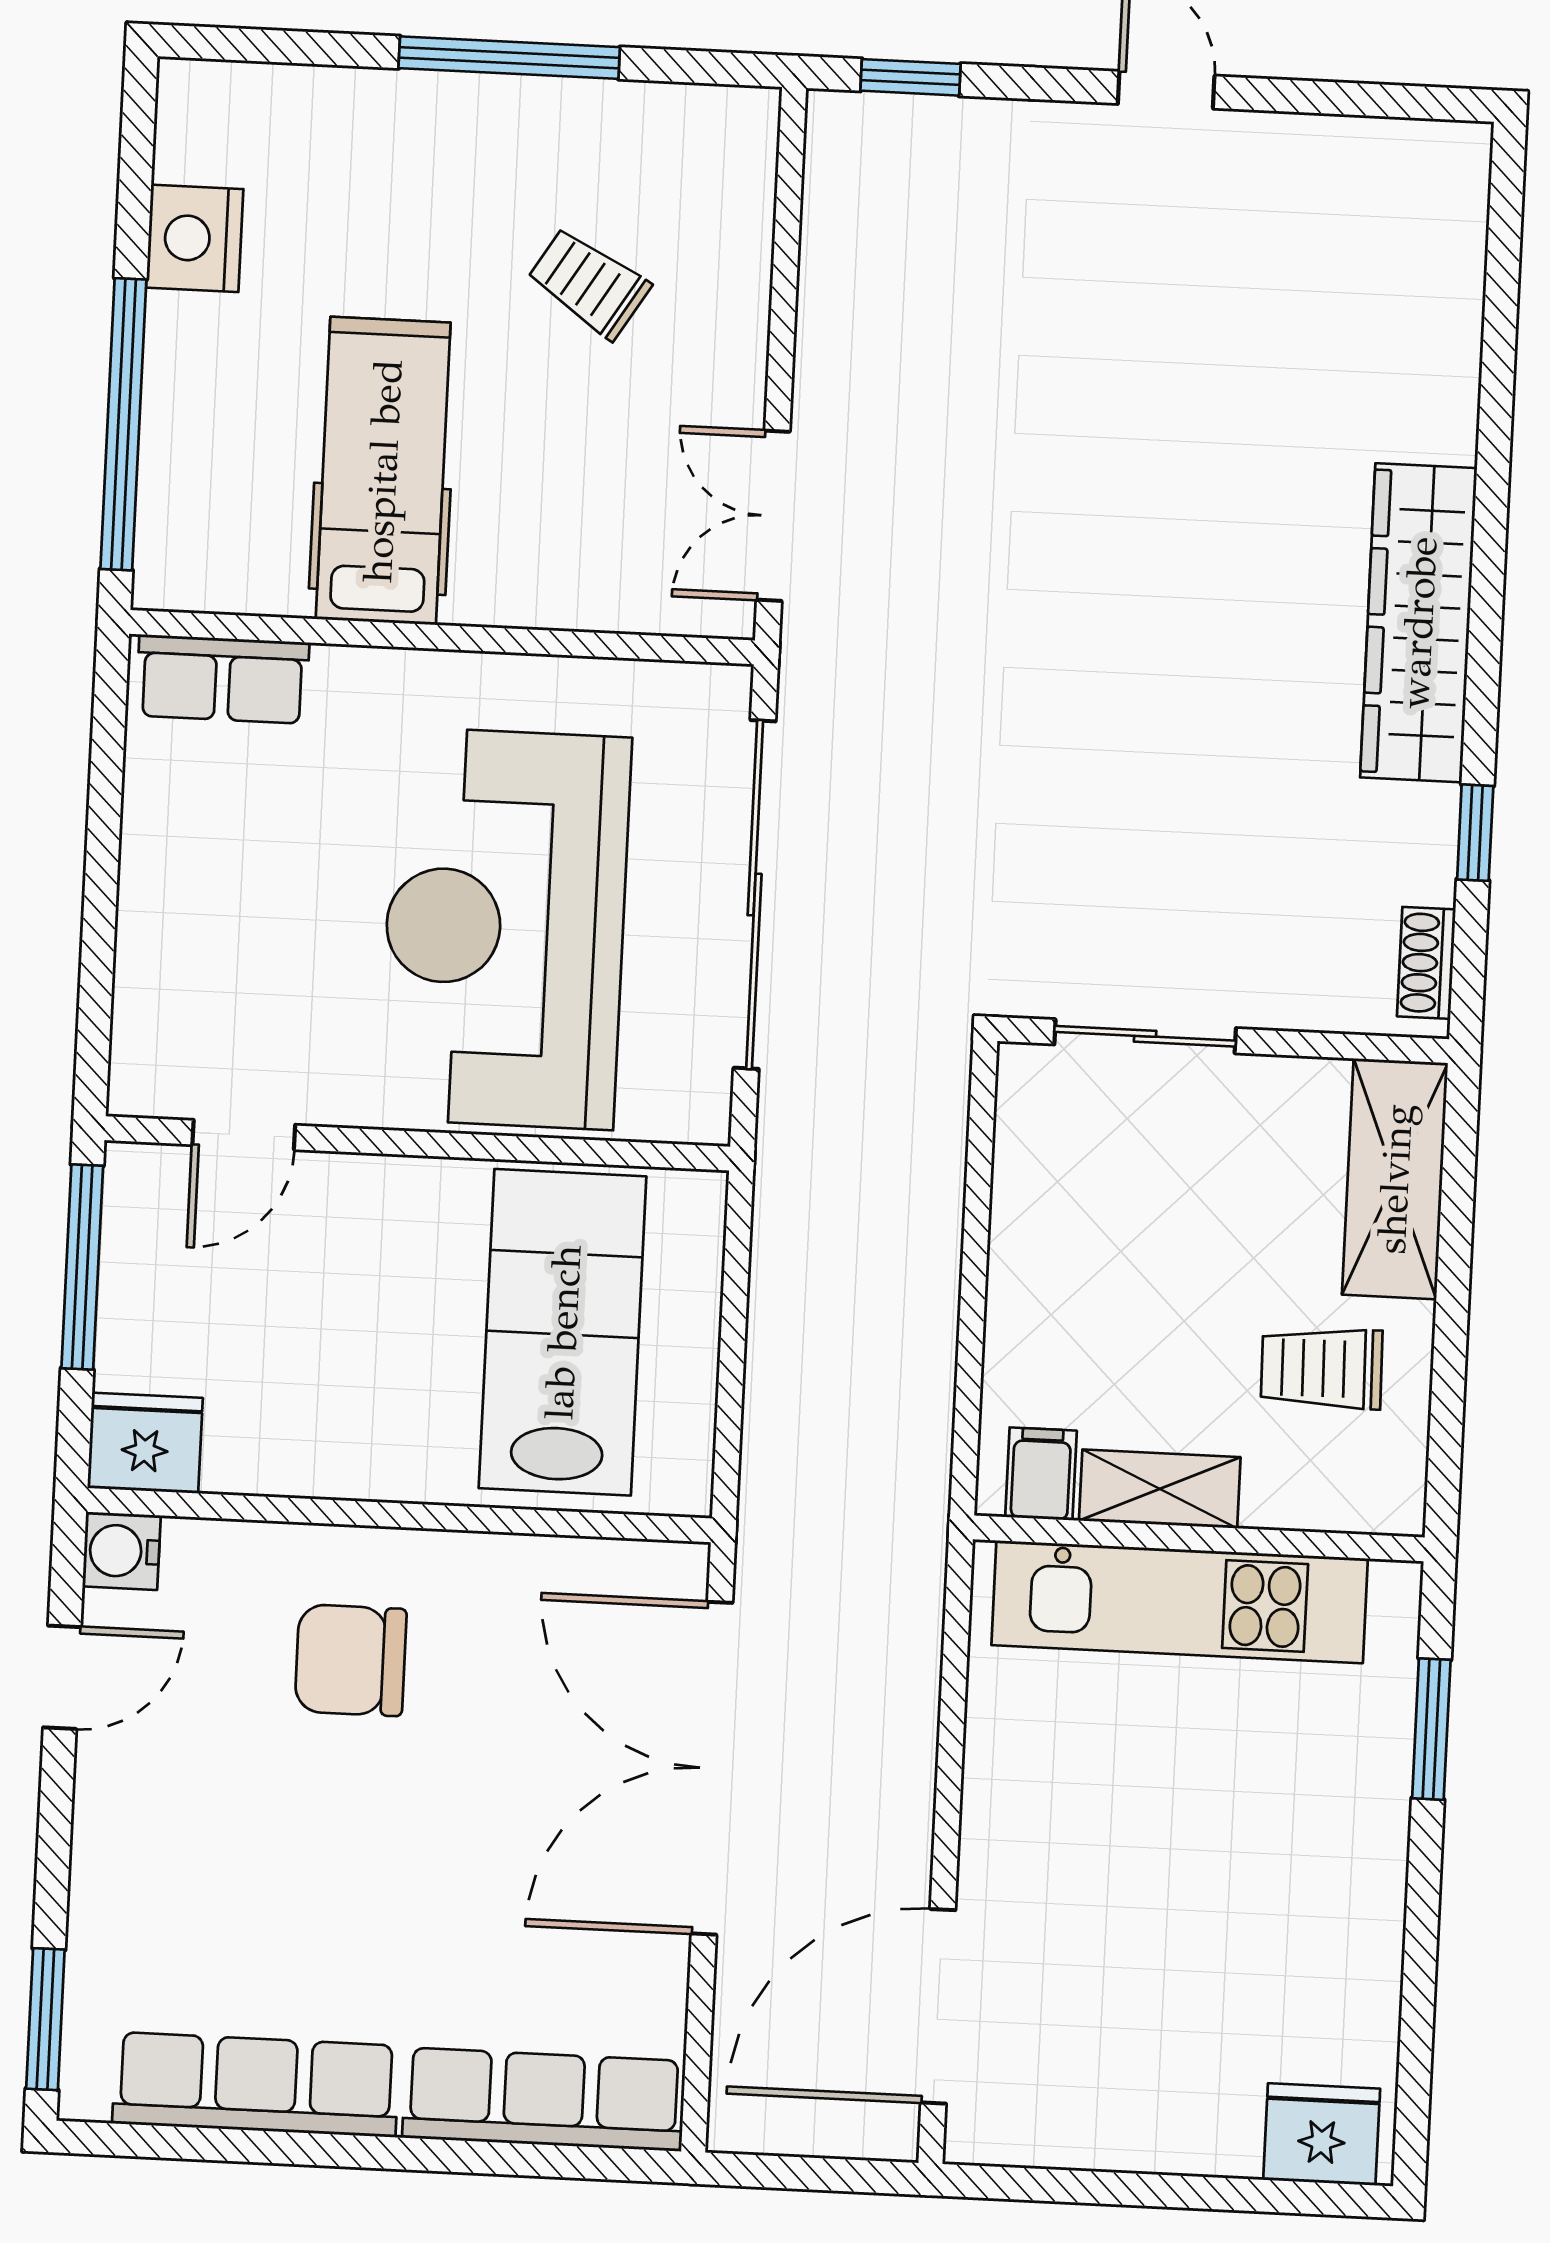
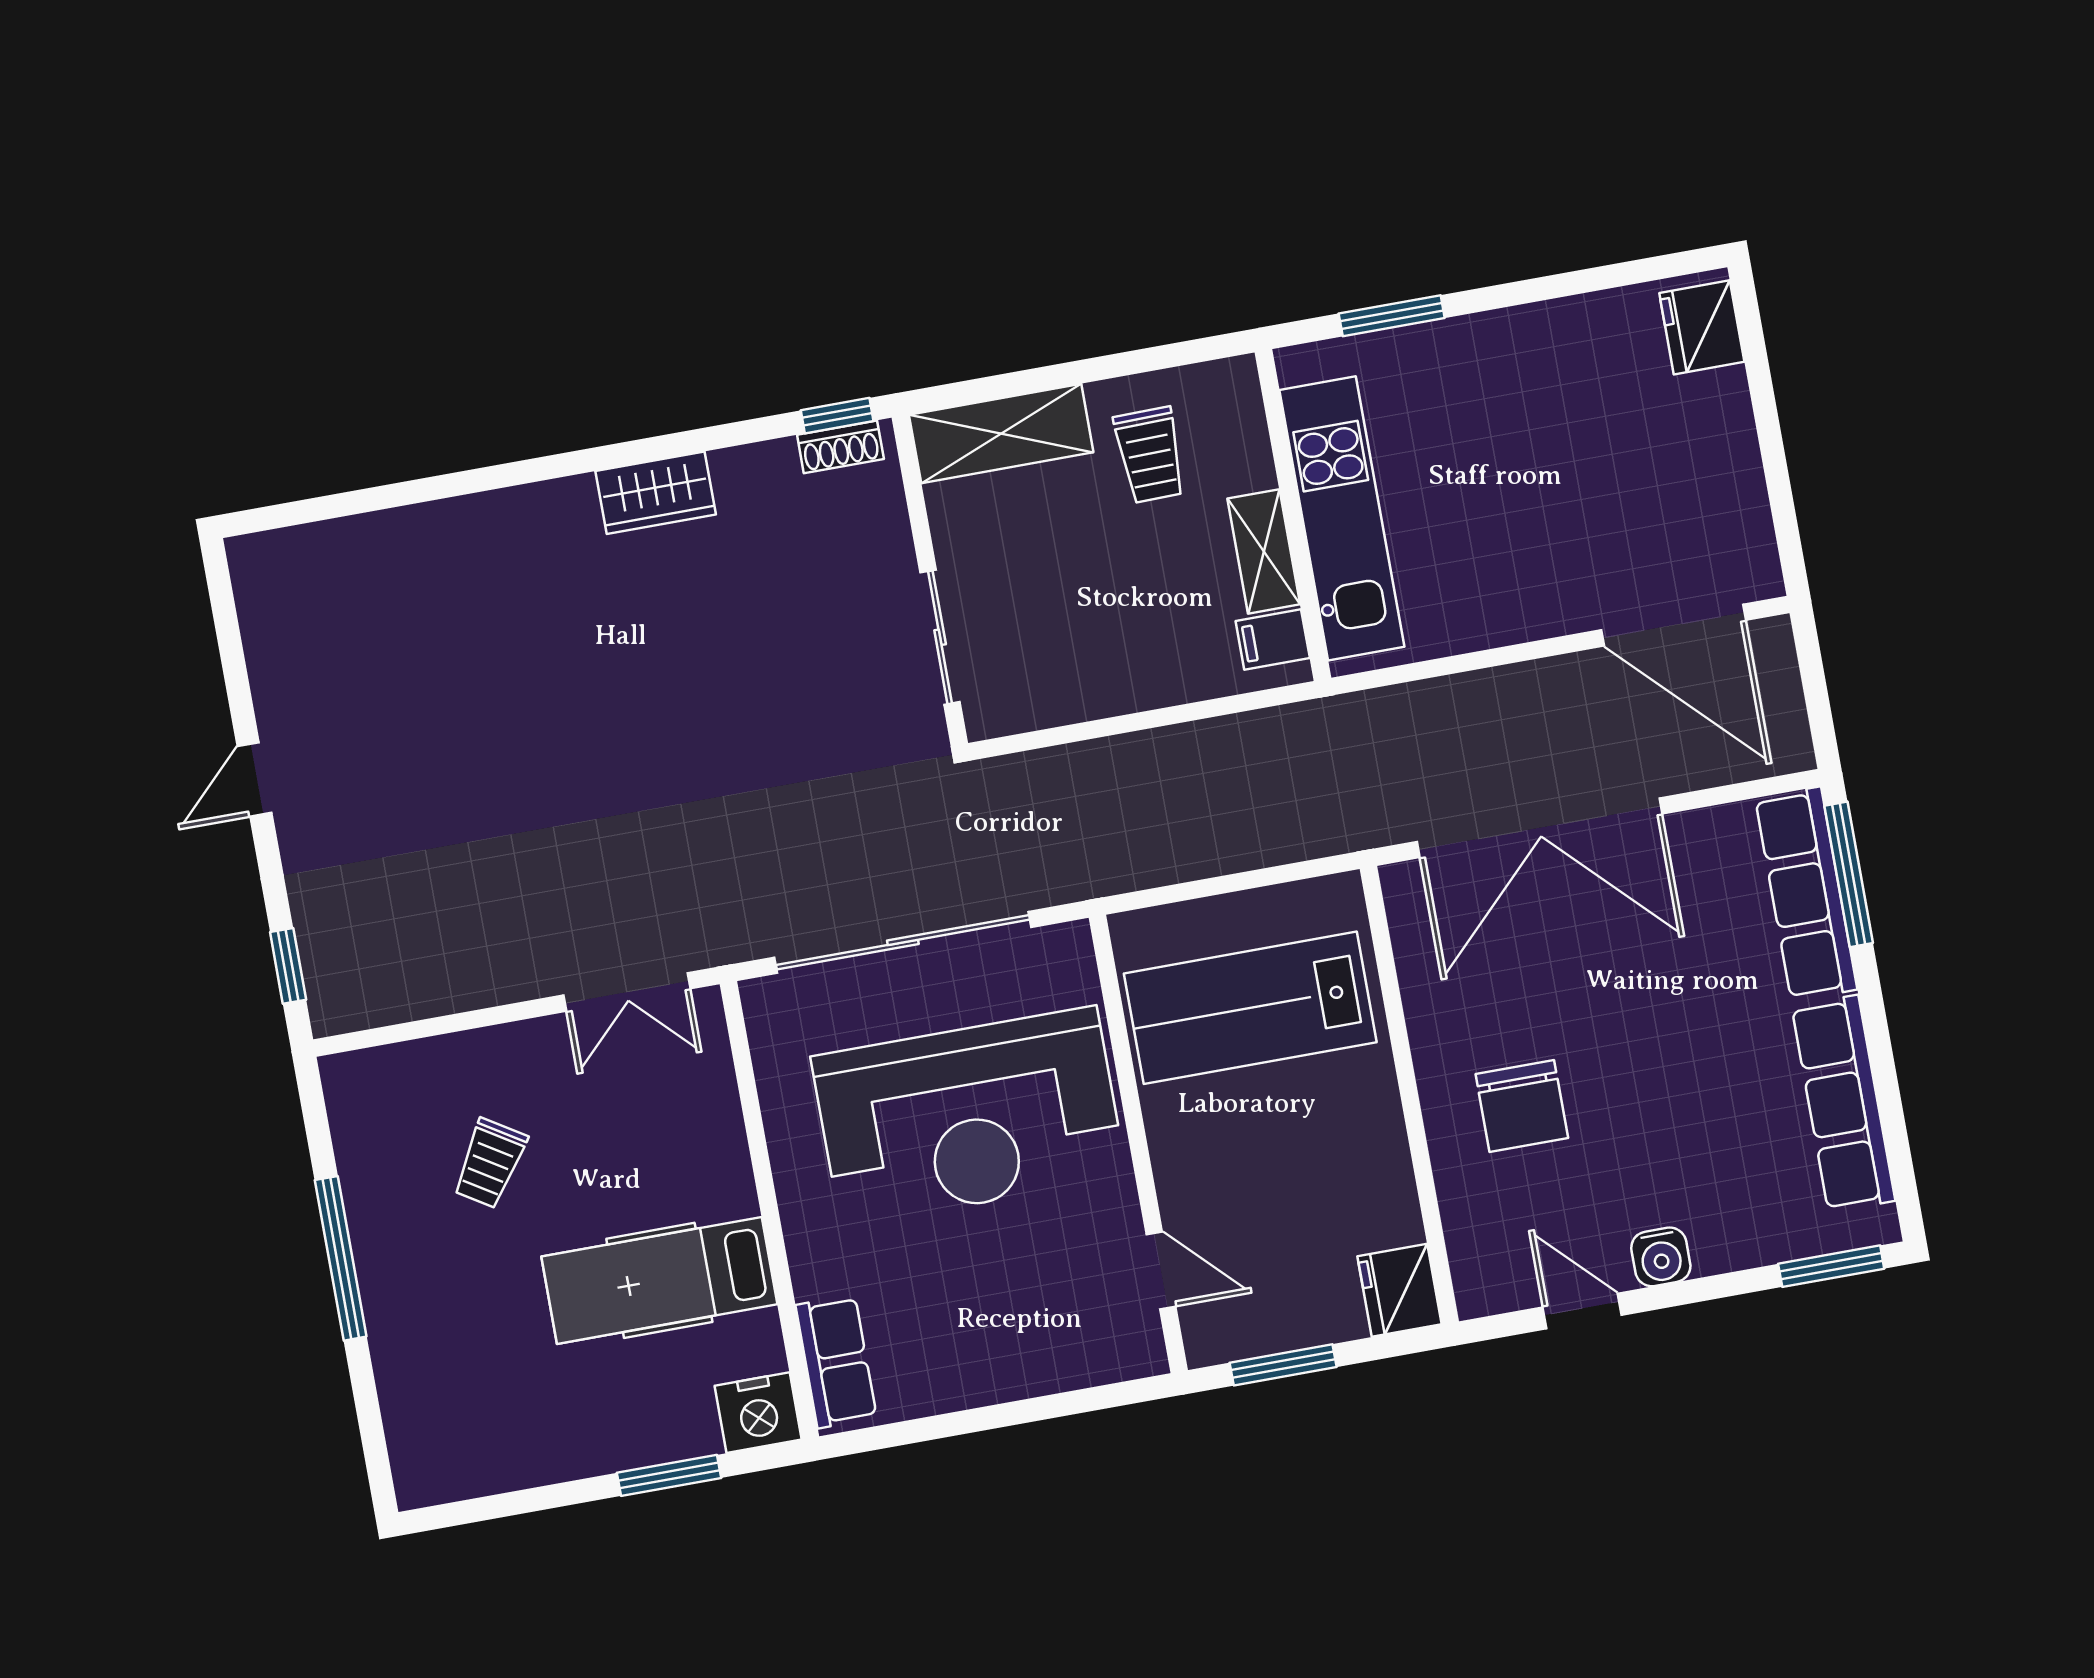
nightstand: (195, 238) -> (758, 1413), moved
window: (123, 424) -> (669, 1475), width x0.47
wardrobe: (1419, 623) -> (656, 493), width x0.48, depth x0.85
window: (1475, 833) -> (837, 416), moved
window: (82, 1267) -> (1283, 1365), width x0.69
water cooler: (122, 1551) -> (1661, 1257), moved
window: (556, 2161) -> (1849, 874), added

